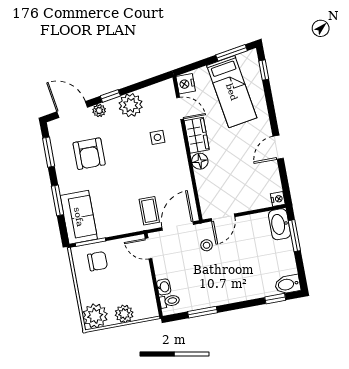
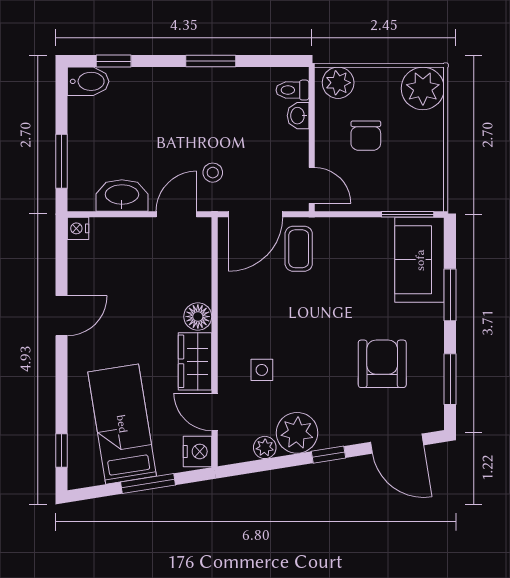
window: (232, 53) -> (148, 483), moved
plant: (99, 111) -> (265, 447), moved
washbasin: (279, 224) -> (122, 195), moved, turned -90
chair: (98, 261) -> (366, 136), moved, turned -90
window: (203, 312) -> (211, 61), moved
plant: (124, 314) -> (338, 83), moved

